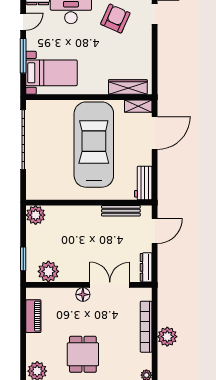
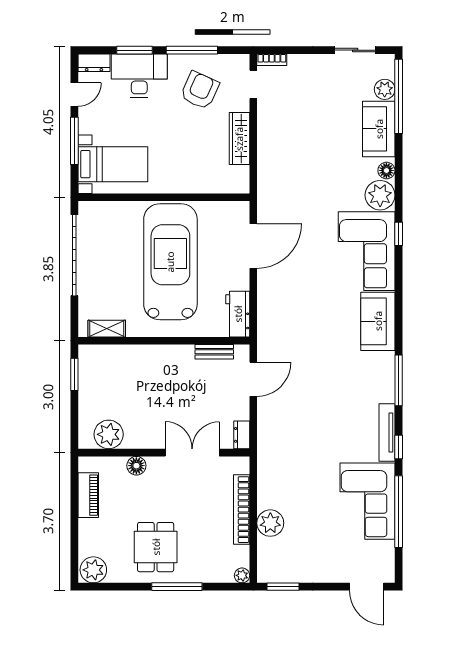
wardrobe: (128, 87) -> (239, 139), moved, turned -90
shelving: (138, 106) -> (107, 329), moved
bench: (121, 211) -> (214, 352), width x0.73
plant: (36, 215) -> (91, 358), removed
window: (23, 259) -> (74, 374), moved
dresser: (146, 267) -> (242, 435), width x0.70
floor lamp: (83, 295) -> (136, 466), moved

